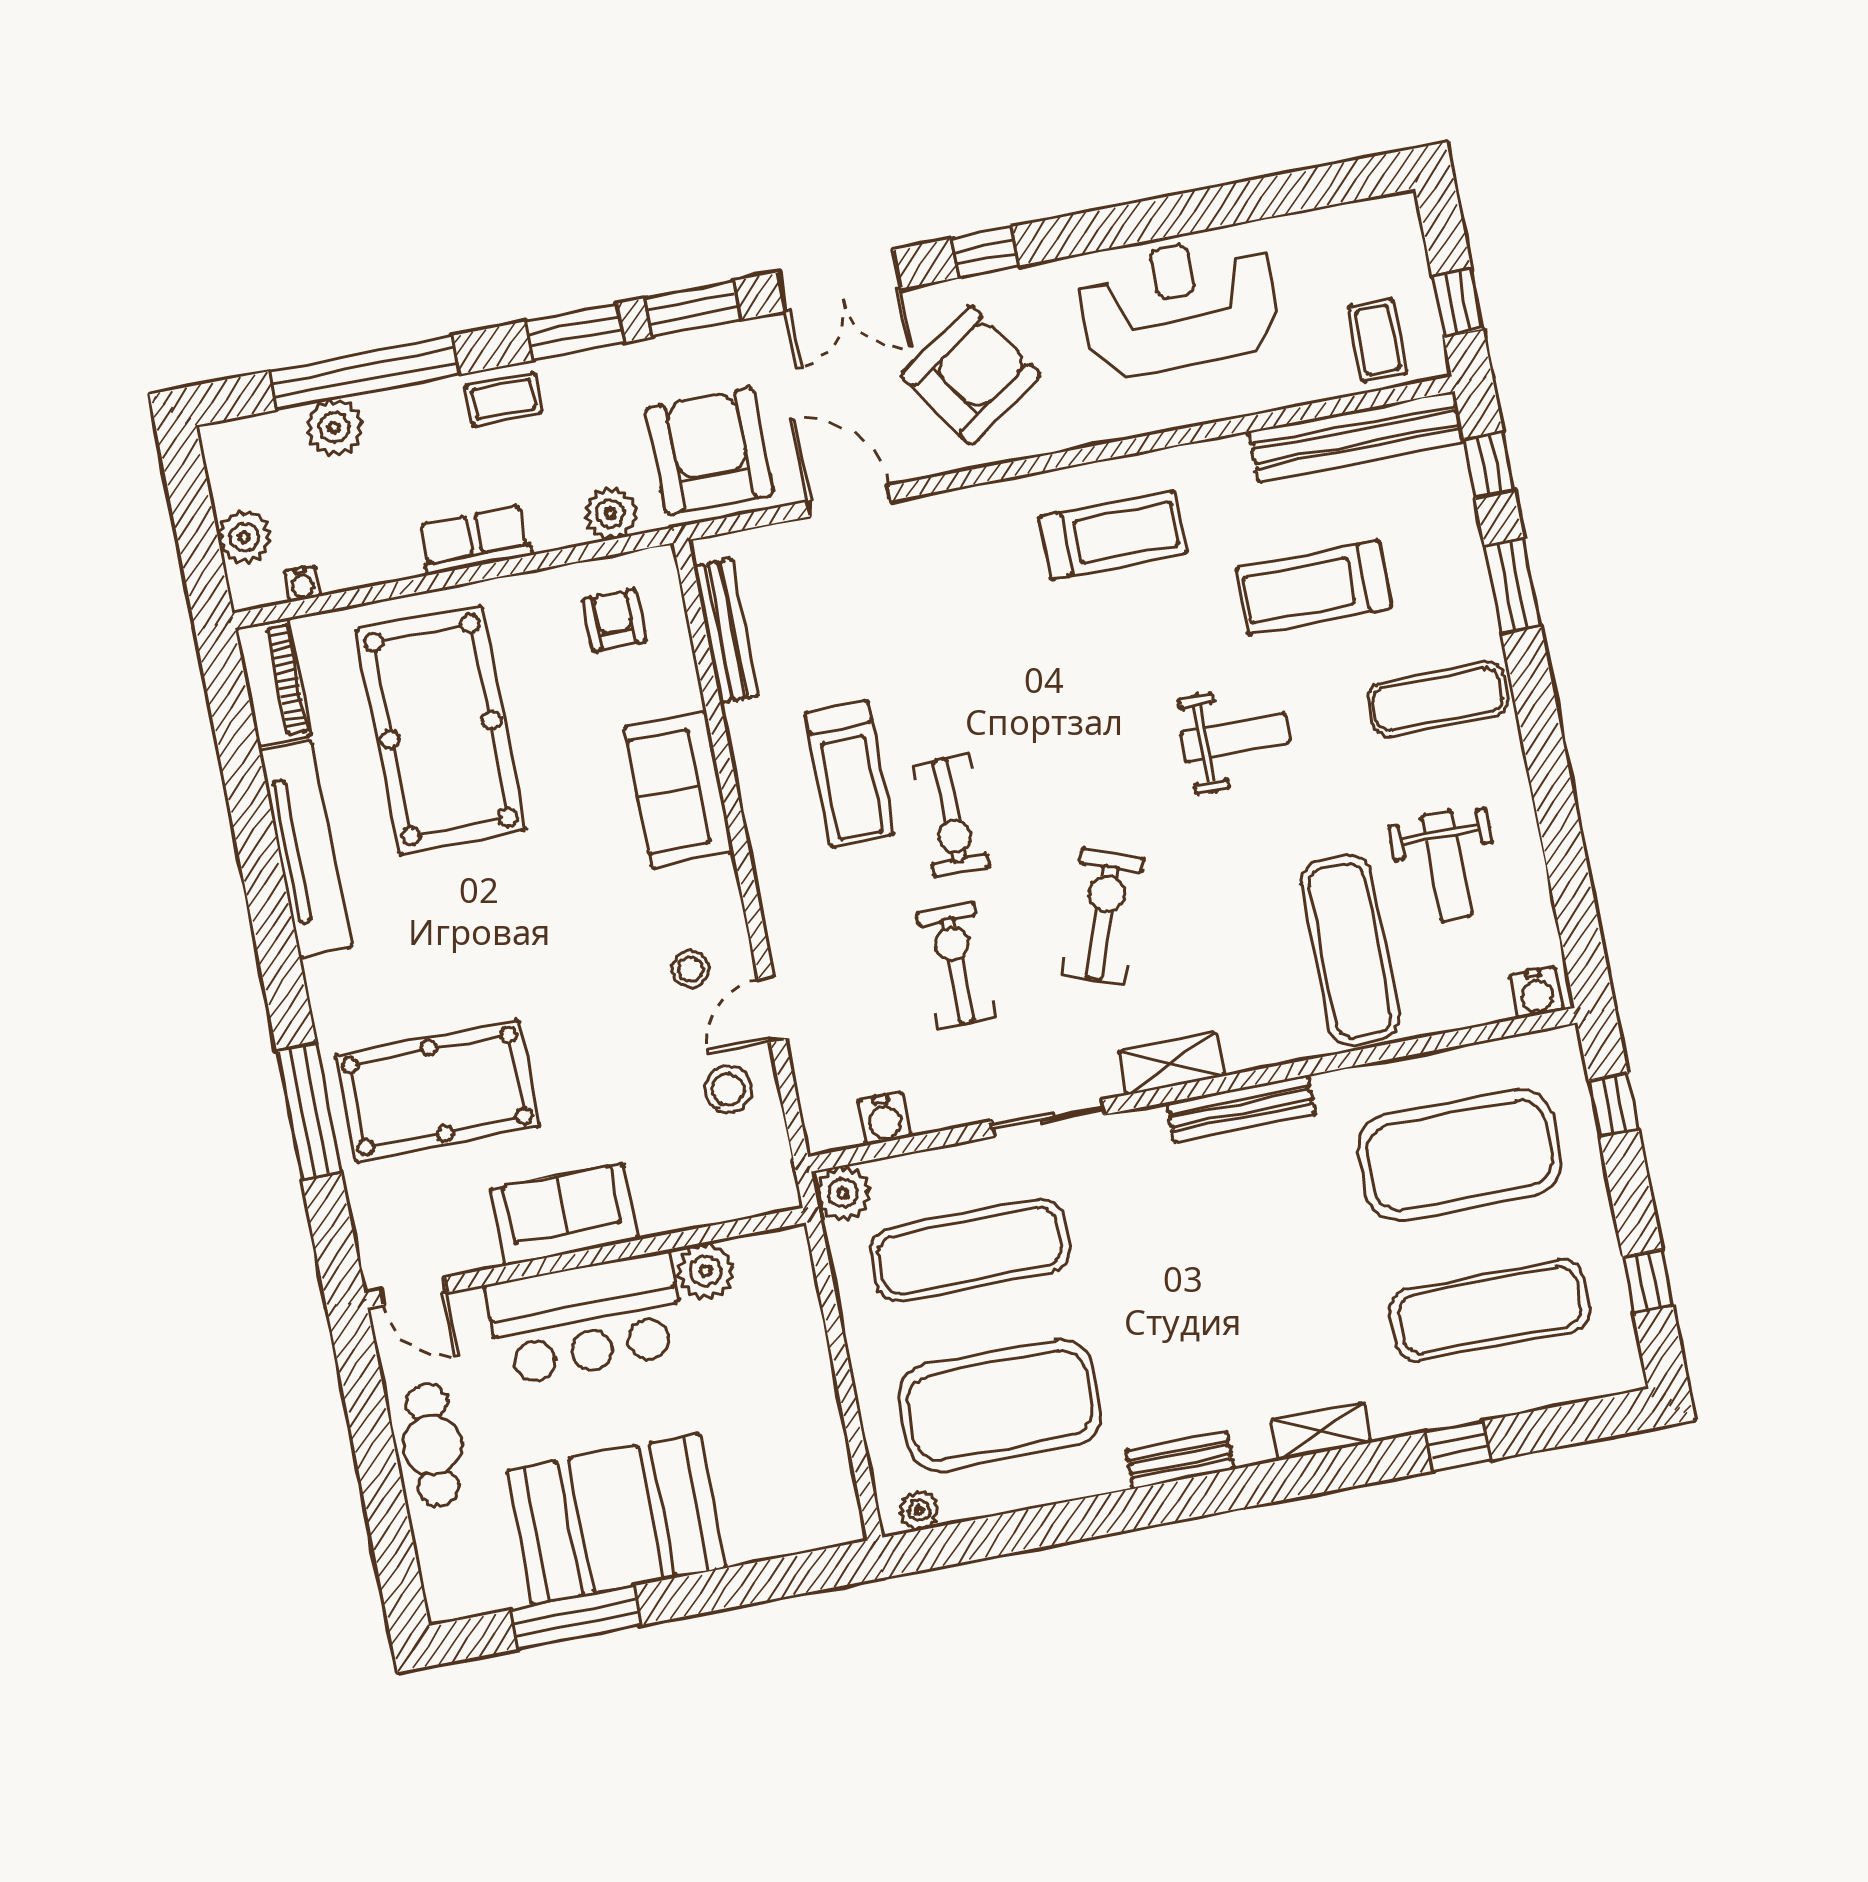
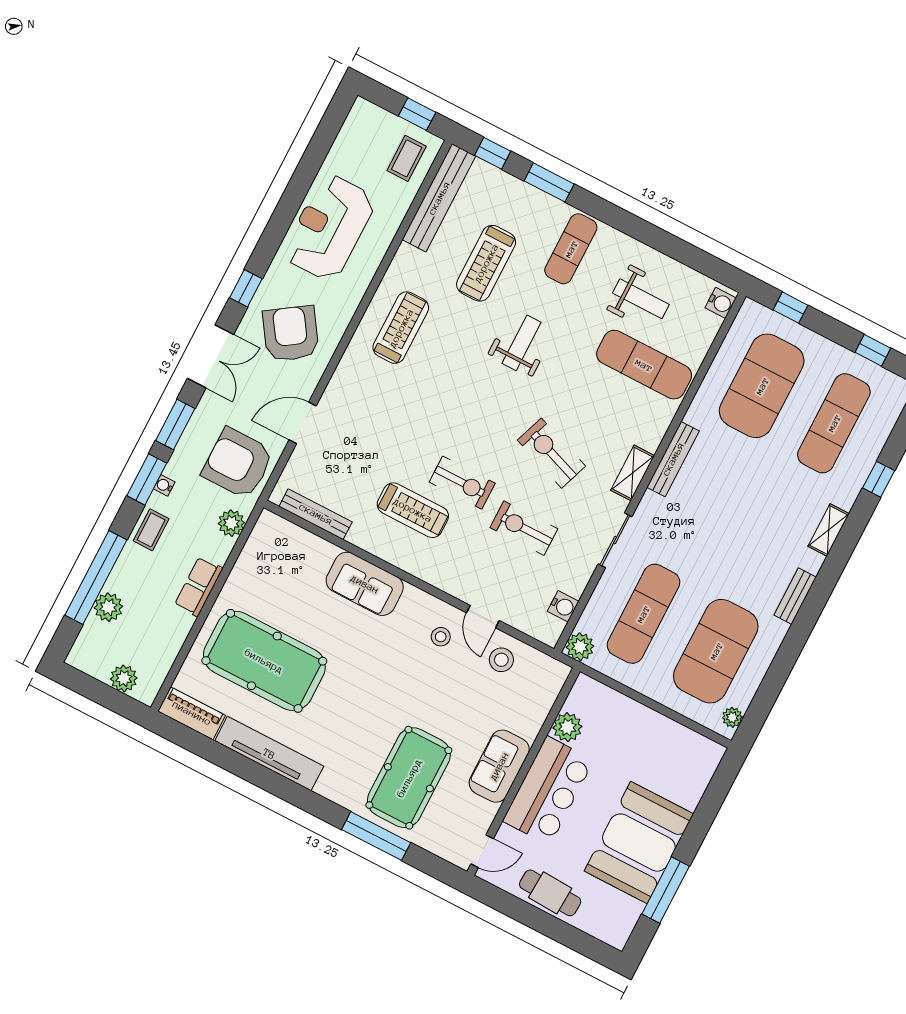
coffee table: (1377, 340) -> (407, 158), turned 90
water cooler: (303, 584) -> (164, 485), moved, turned 180
armchair: (614, 620) -> (275, 556), removed

